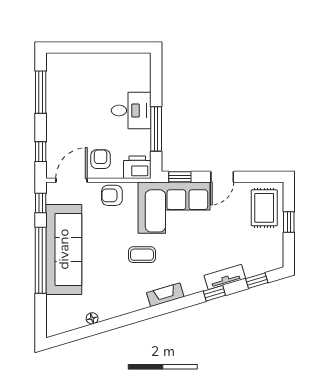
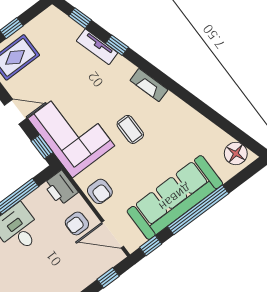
floor lamp: (92, 318) -> (236, 153), moved, width x1.89, depth x1.89

